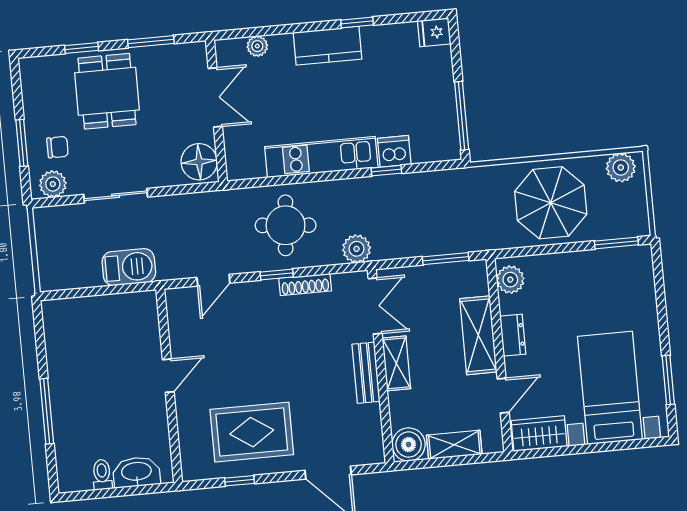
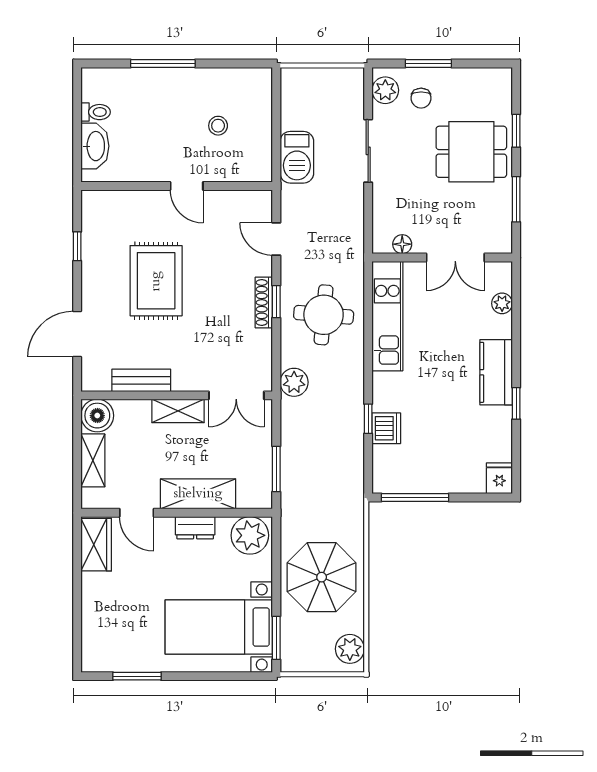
kitchen unit: (321, 157) -> (387, 316), moved
floor lamp: (199, 162) -> (402, 244), width x0.53, depth x0.53
plant: (510, 280) -> (250, 535), width x1.36, depth x1.36
shoe rack: (305, 284) -> (264, 302), moved
stool: (104, 350) -> (218, 126), added
bench: (366, 373) -> (141, 380), moved
bed with nightstands: (610, 388) -> (219, 627), moved, turned 180
rug: (252, 432) -> (156, 281), moved

